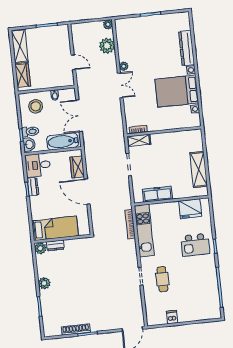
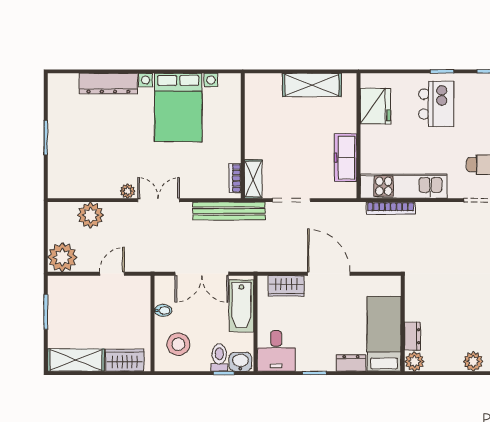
plant: (108, 25) -> (62, 257), moved, width x1.87, depth x1.87
bench: (118, 128) -> (229, 211), added
dresser: (33, 187) -> (351, 363), moved
door: (87, 192) -> (329, 274), swing flipped

